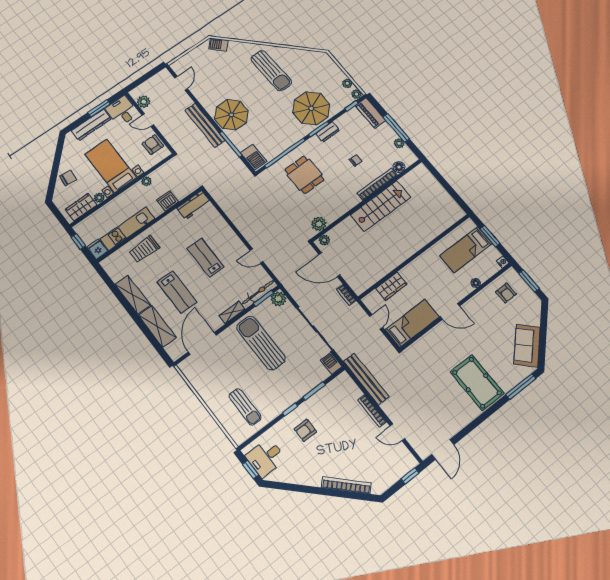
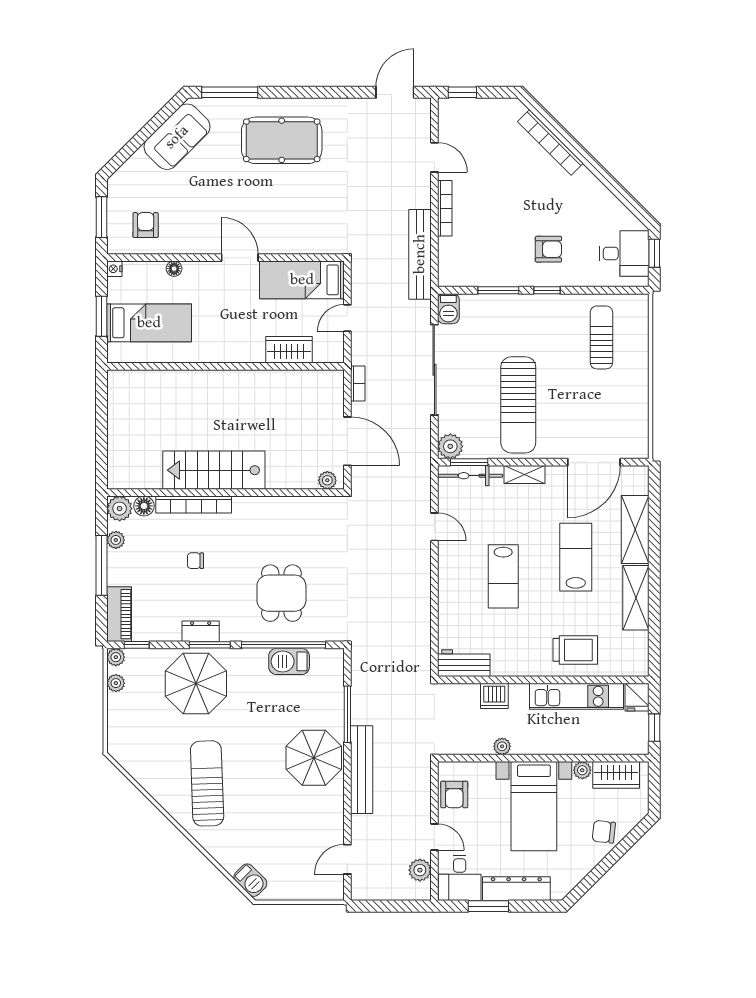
barbecue: (254, 157) -> (289, 661), moved, turned -90
plant: (319, 224) -> (120, 509), moved
pool table: (477, 383) -> (282, 140), turned 90

